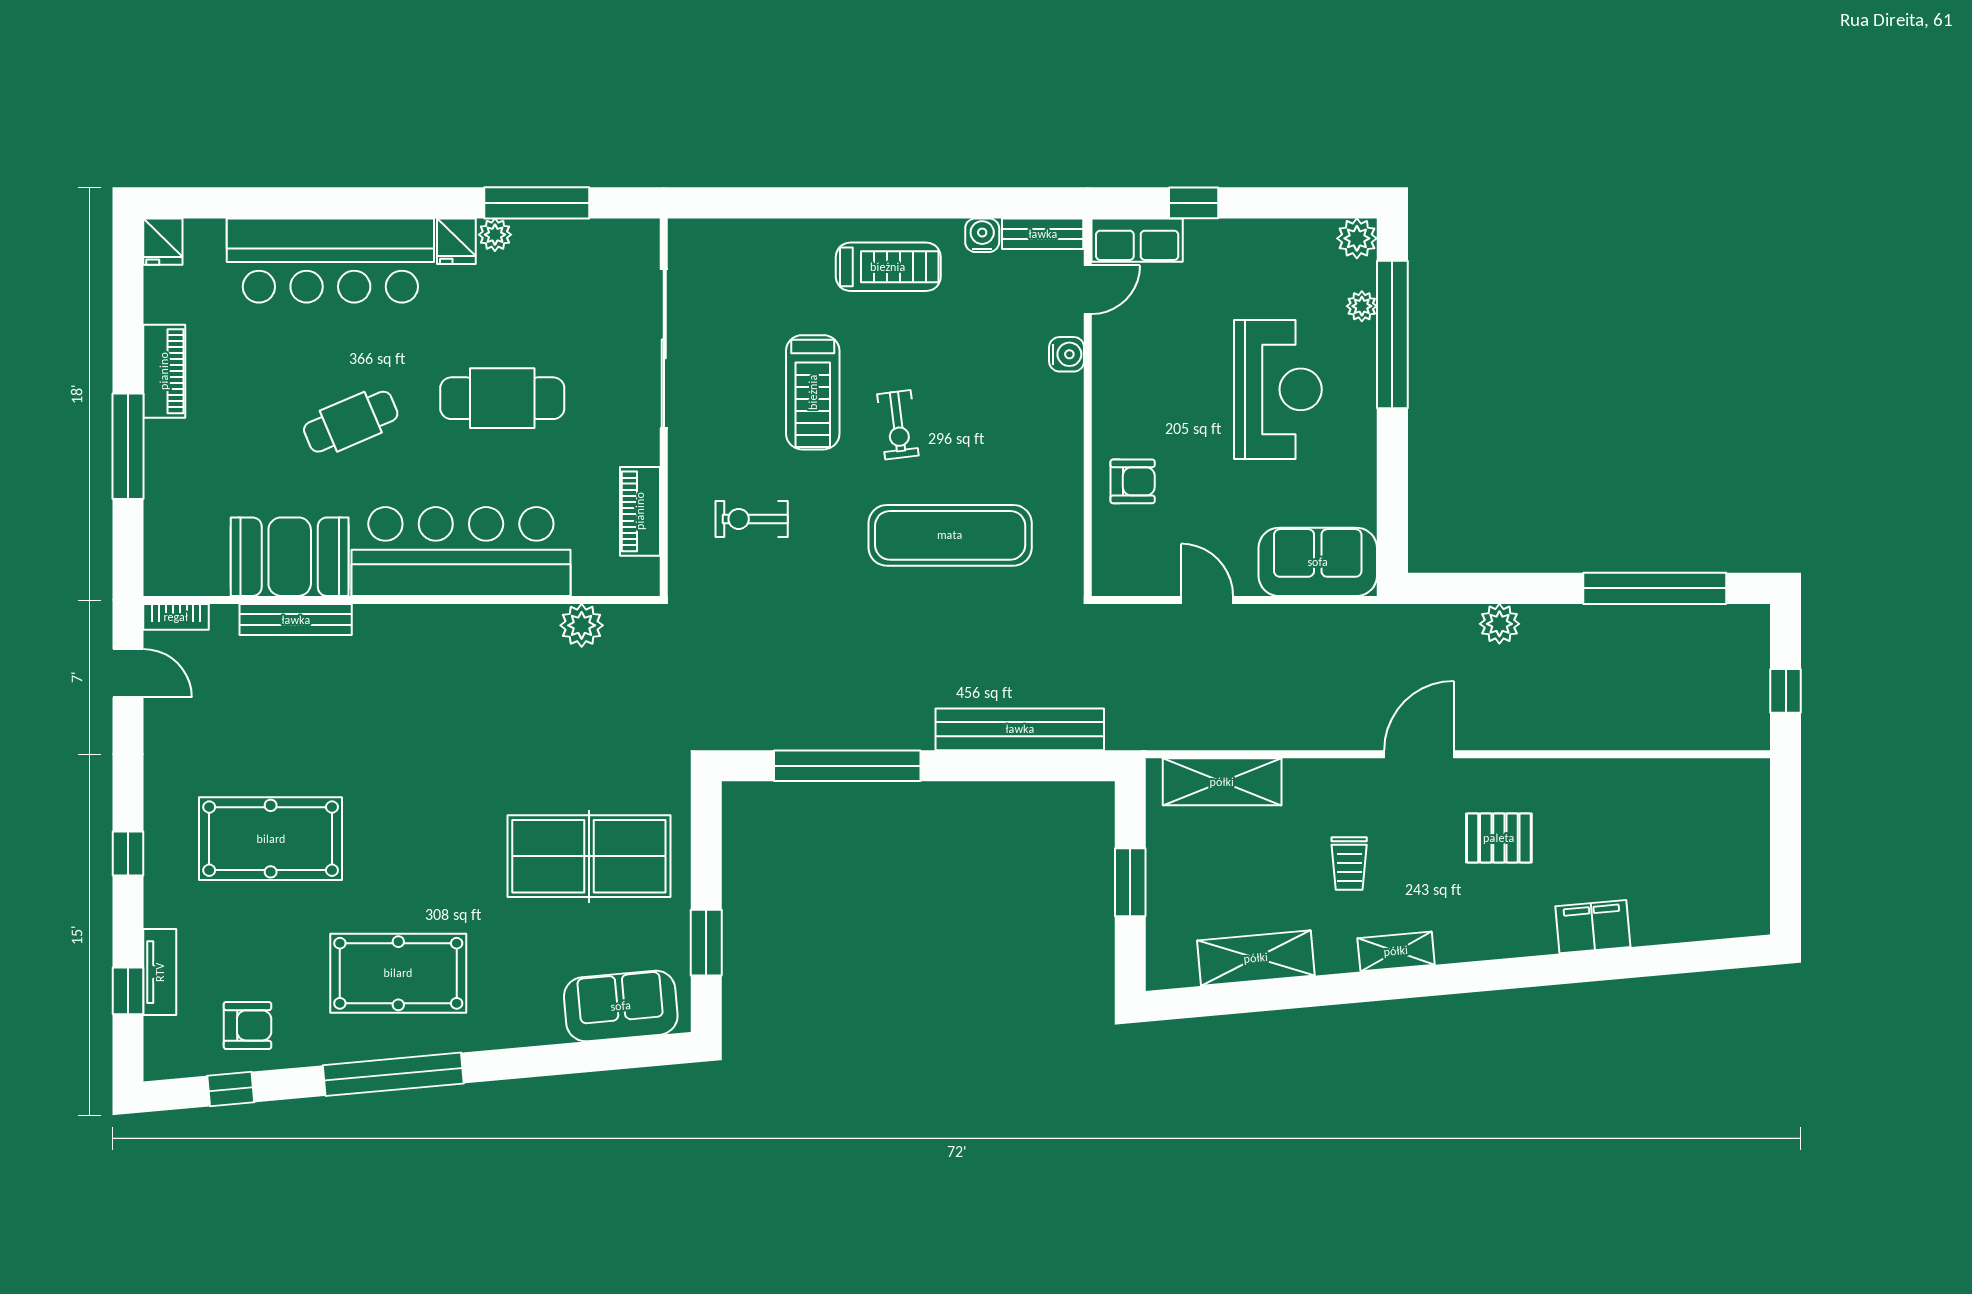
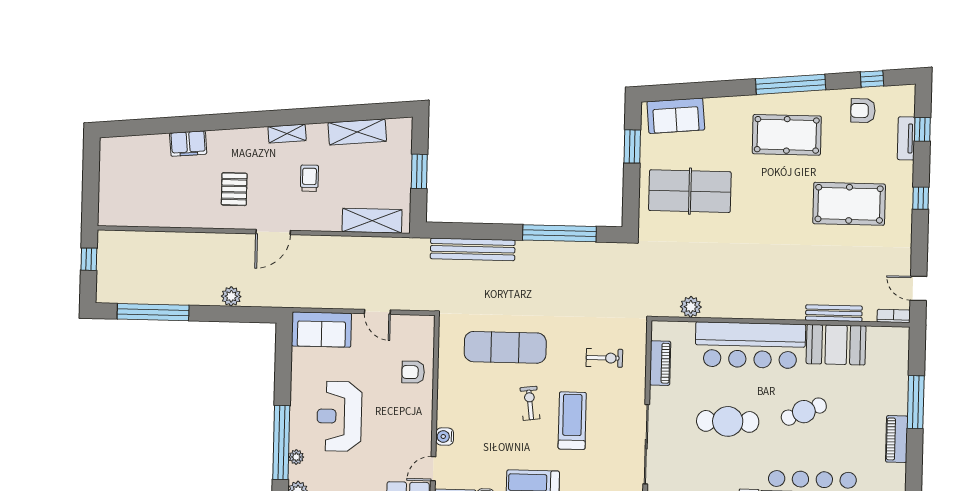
pallet: (1499, 838) -> (234, 189), turned 90

